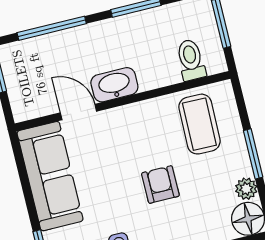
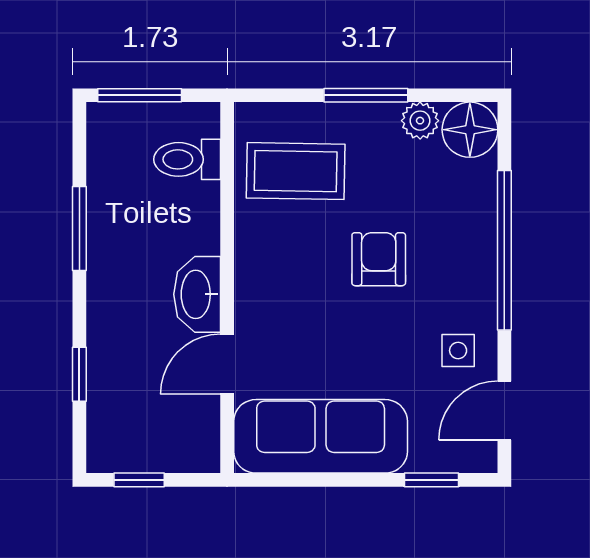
window: (52, 28) -> (79, 374), width x0.46
armchair: (160, 184) -> (379, 259), turned 90

